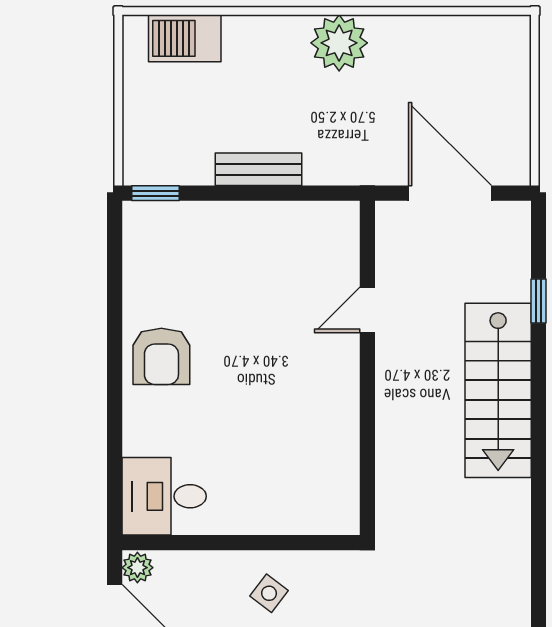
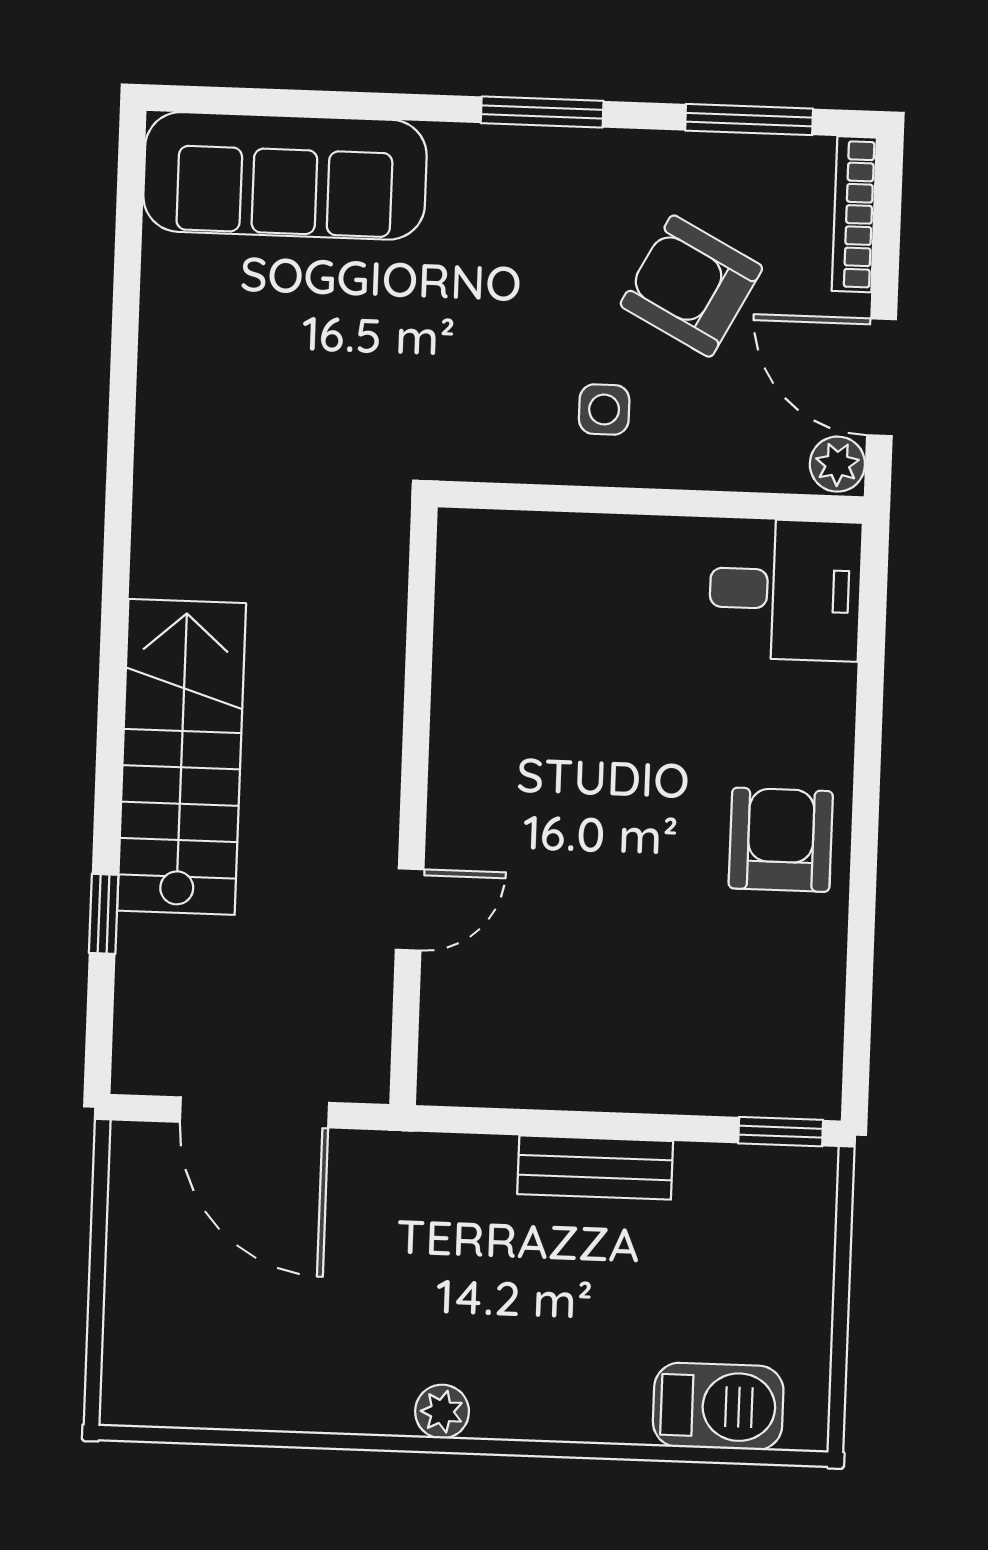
plant: (339, 43) -> (442, 1412), width x0.53, depth x0.53
side table: (269, 593) -> (604, 409), turned -37

